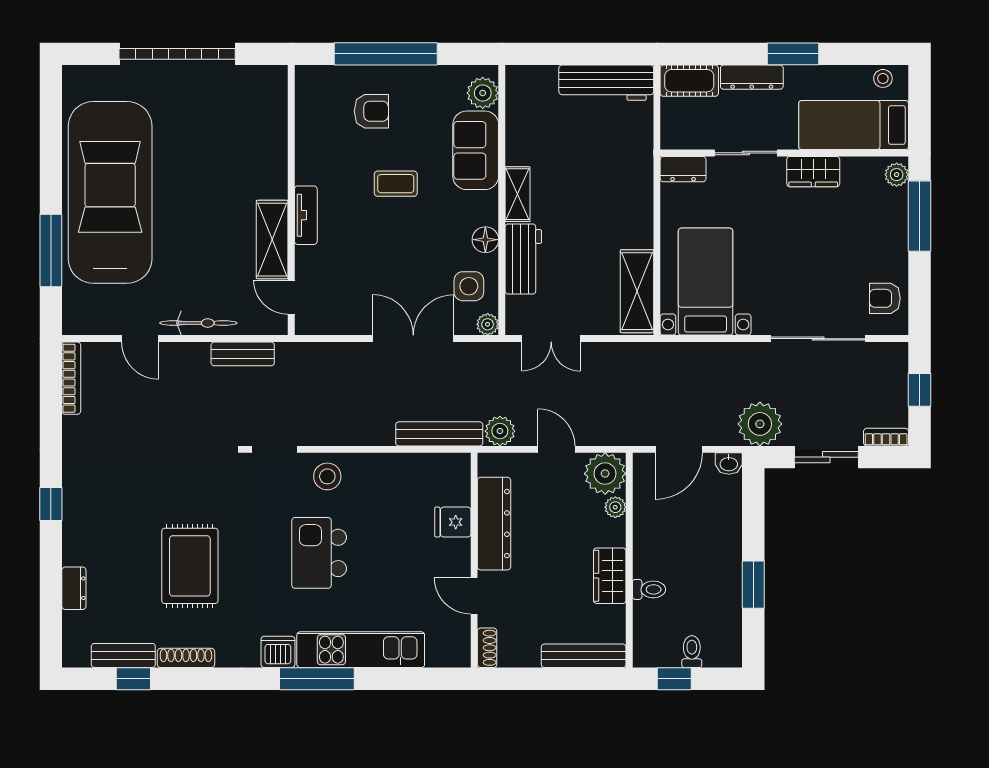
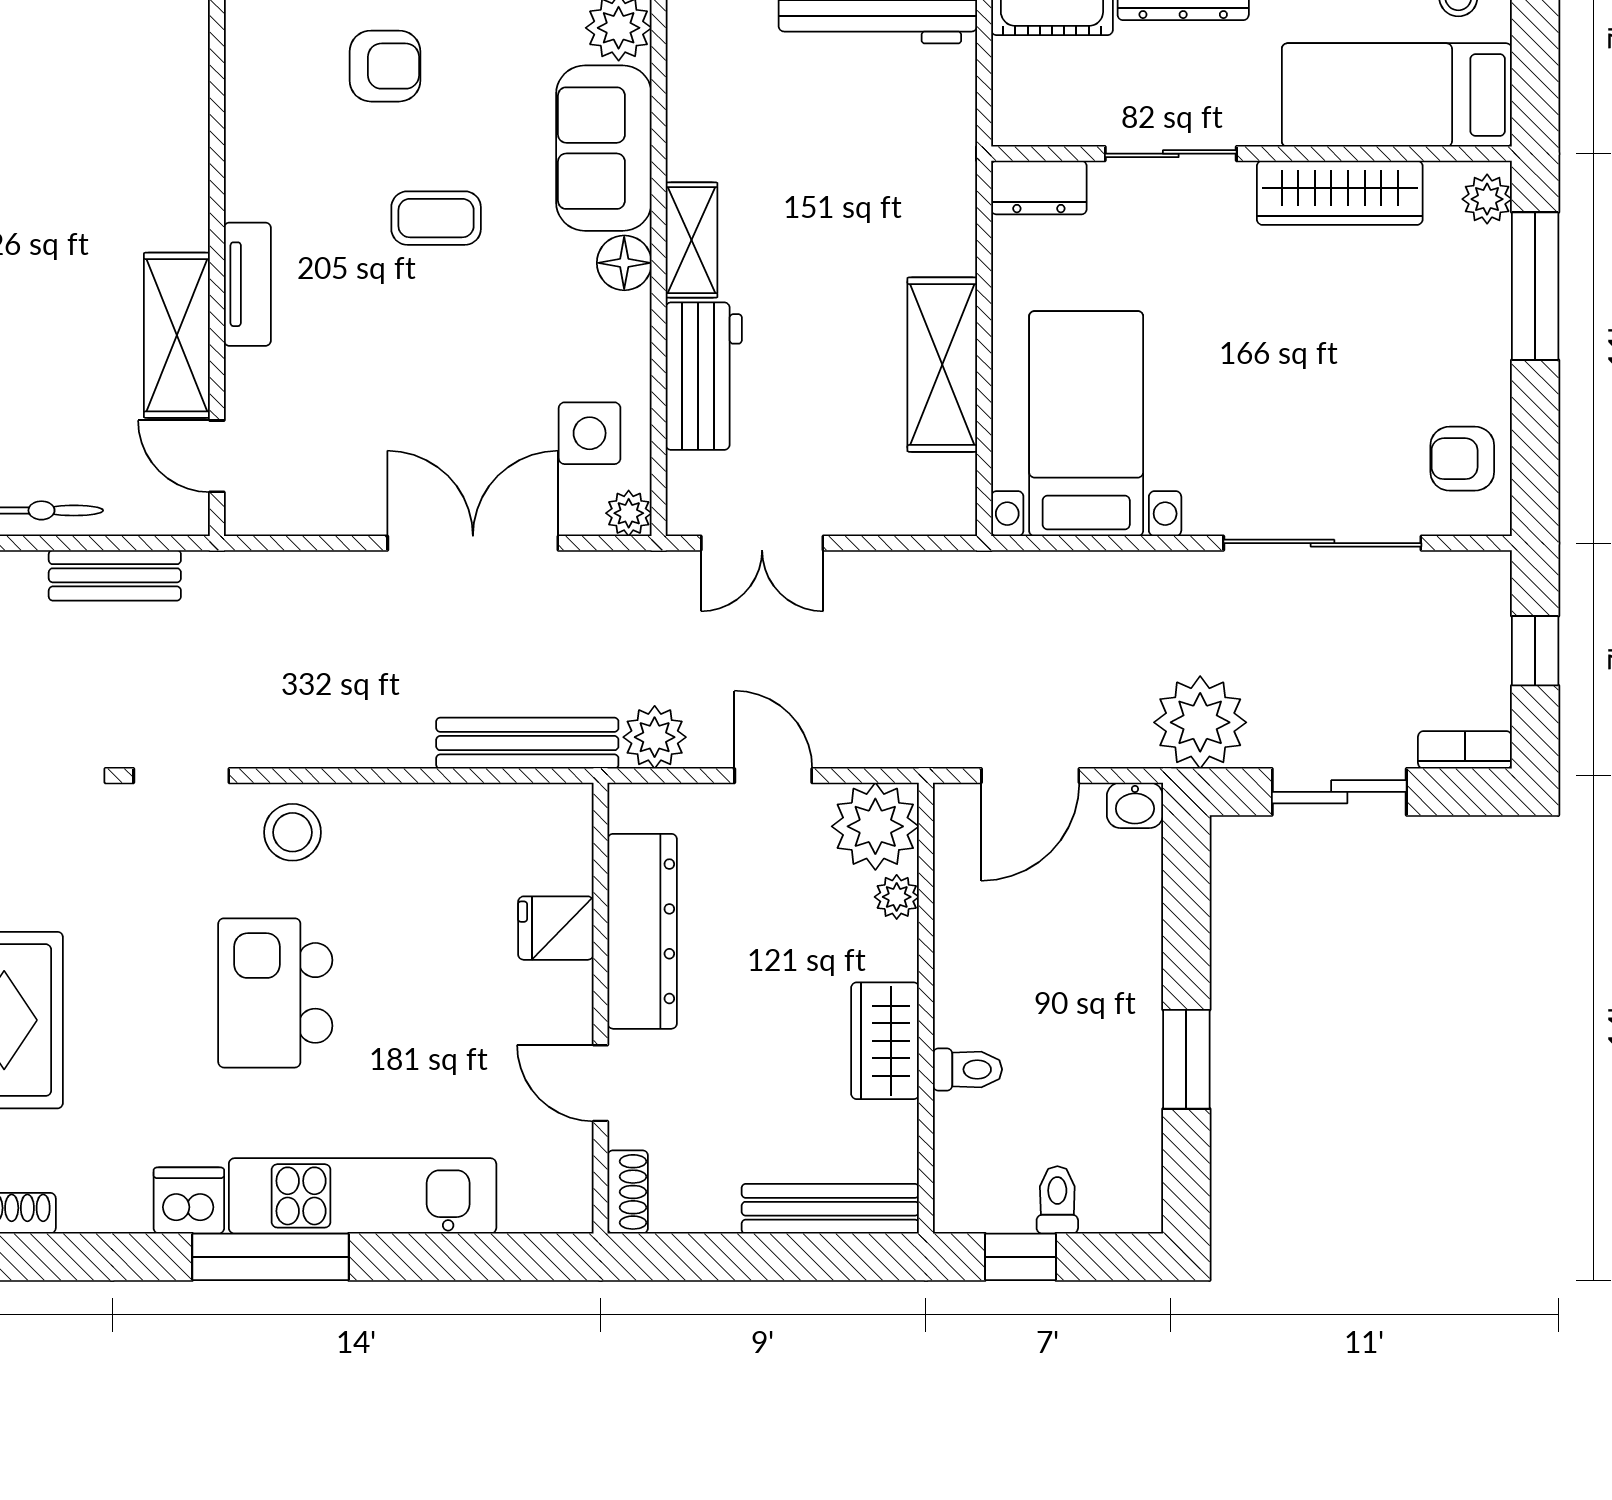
wardrobe: (813, 172) -> (1340, 193), width x1.50
floor lamp: (485, 240) -> (624, 263), moved
shelving: (637, 291) -> (942, 365), moved

